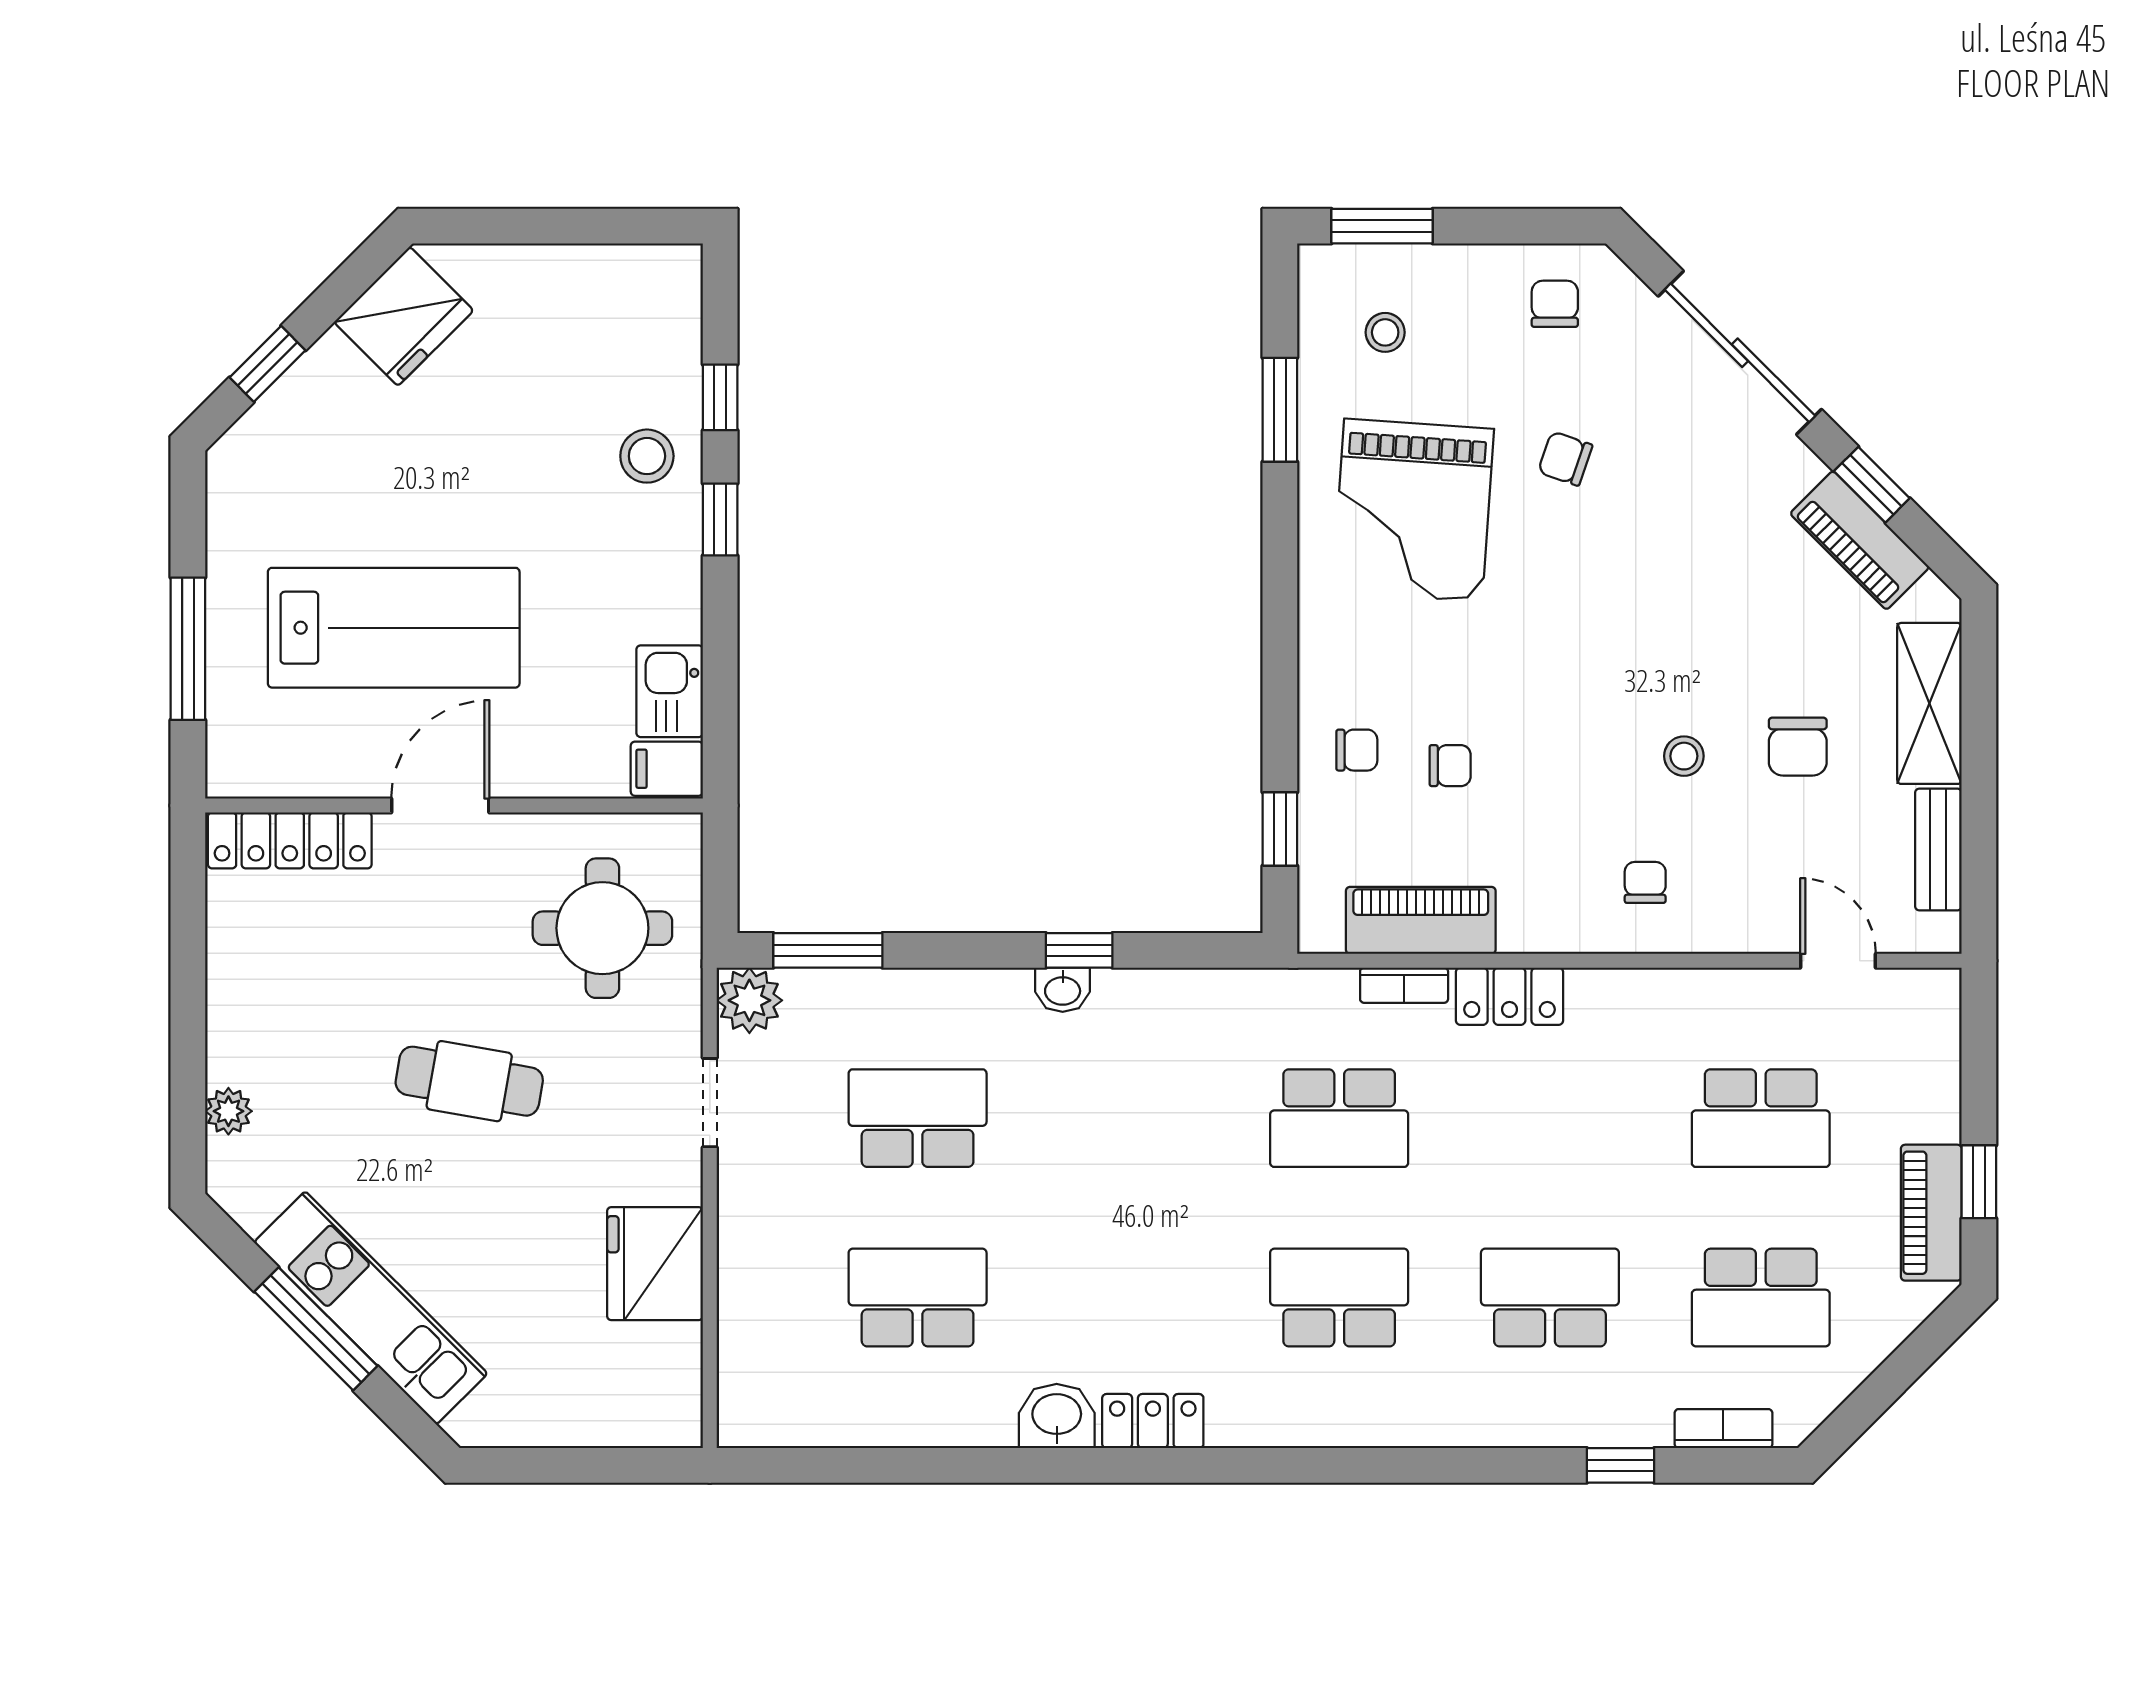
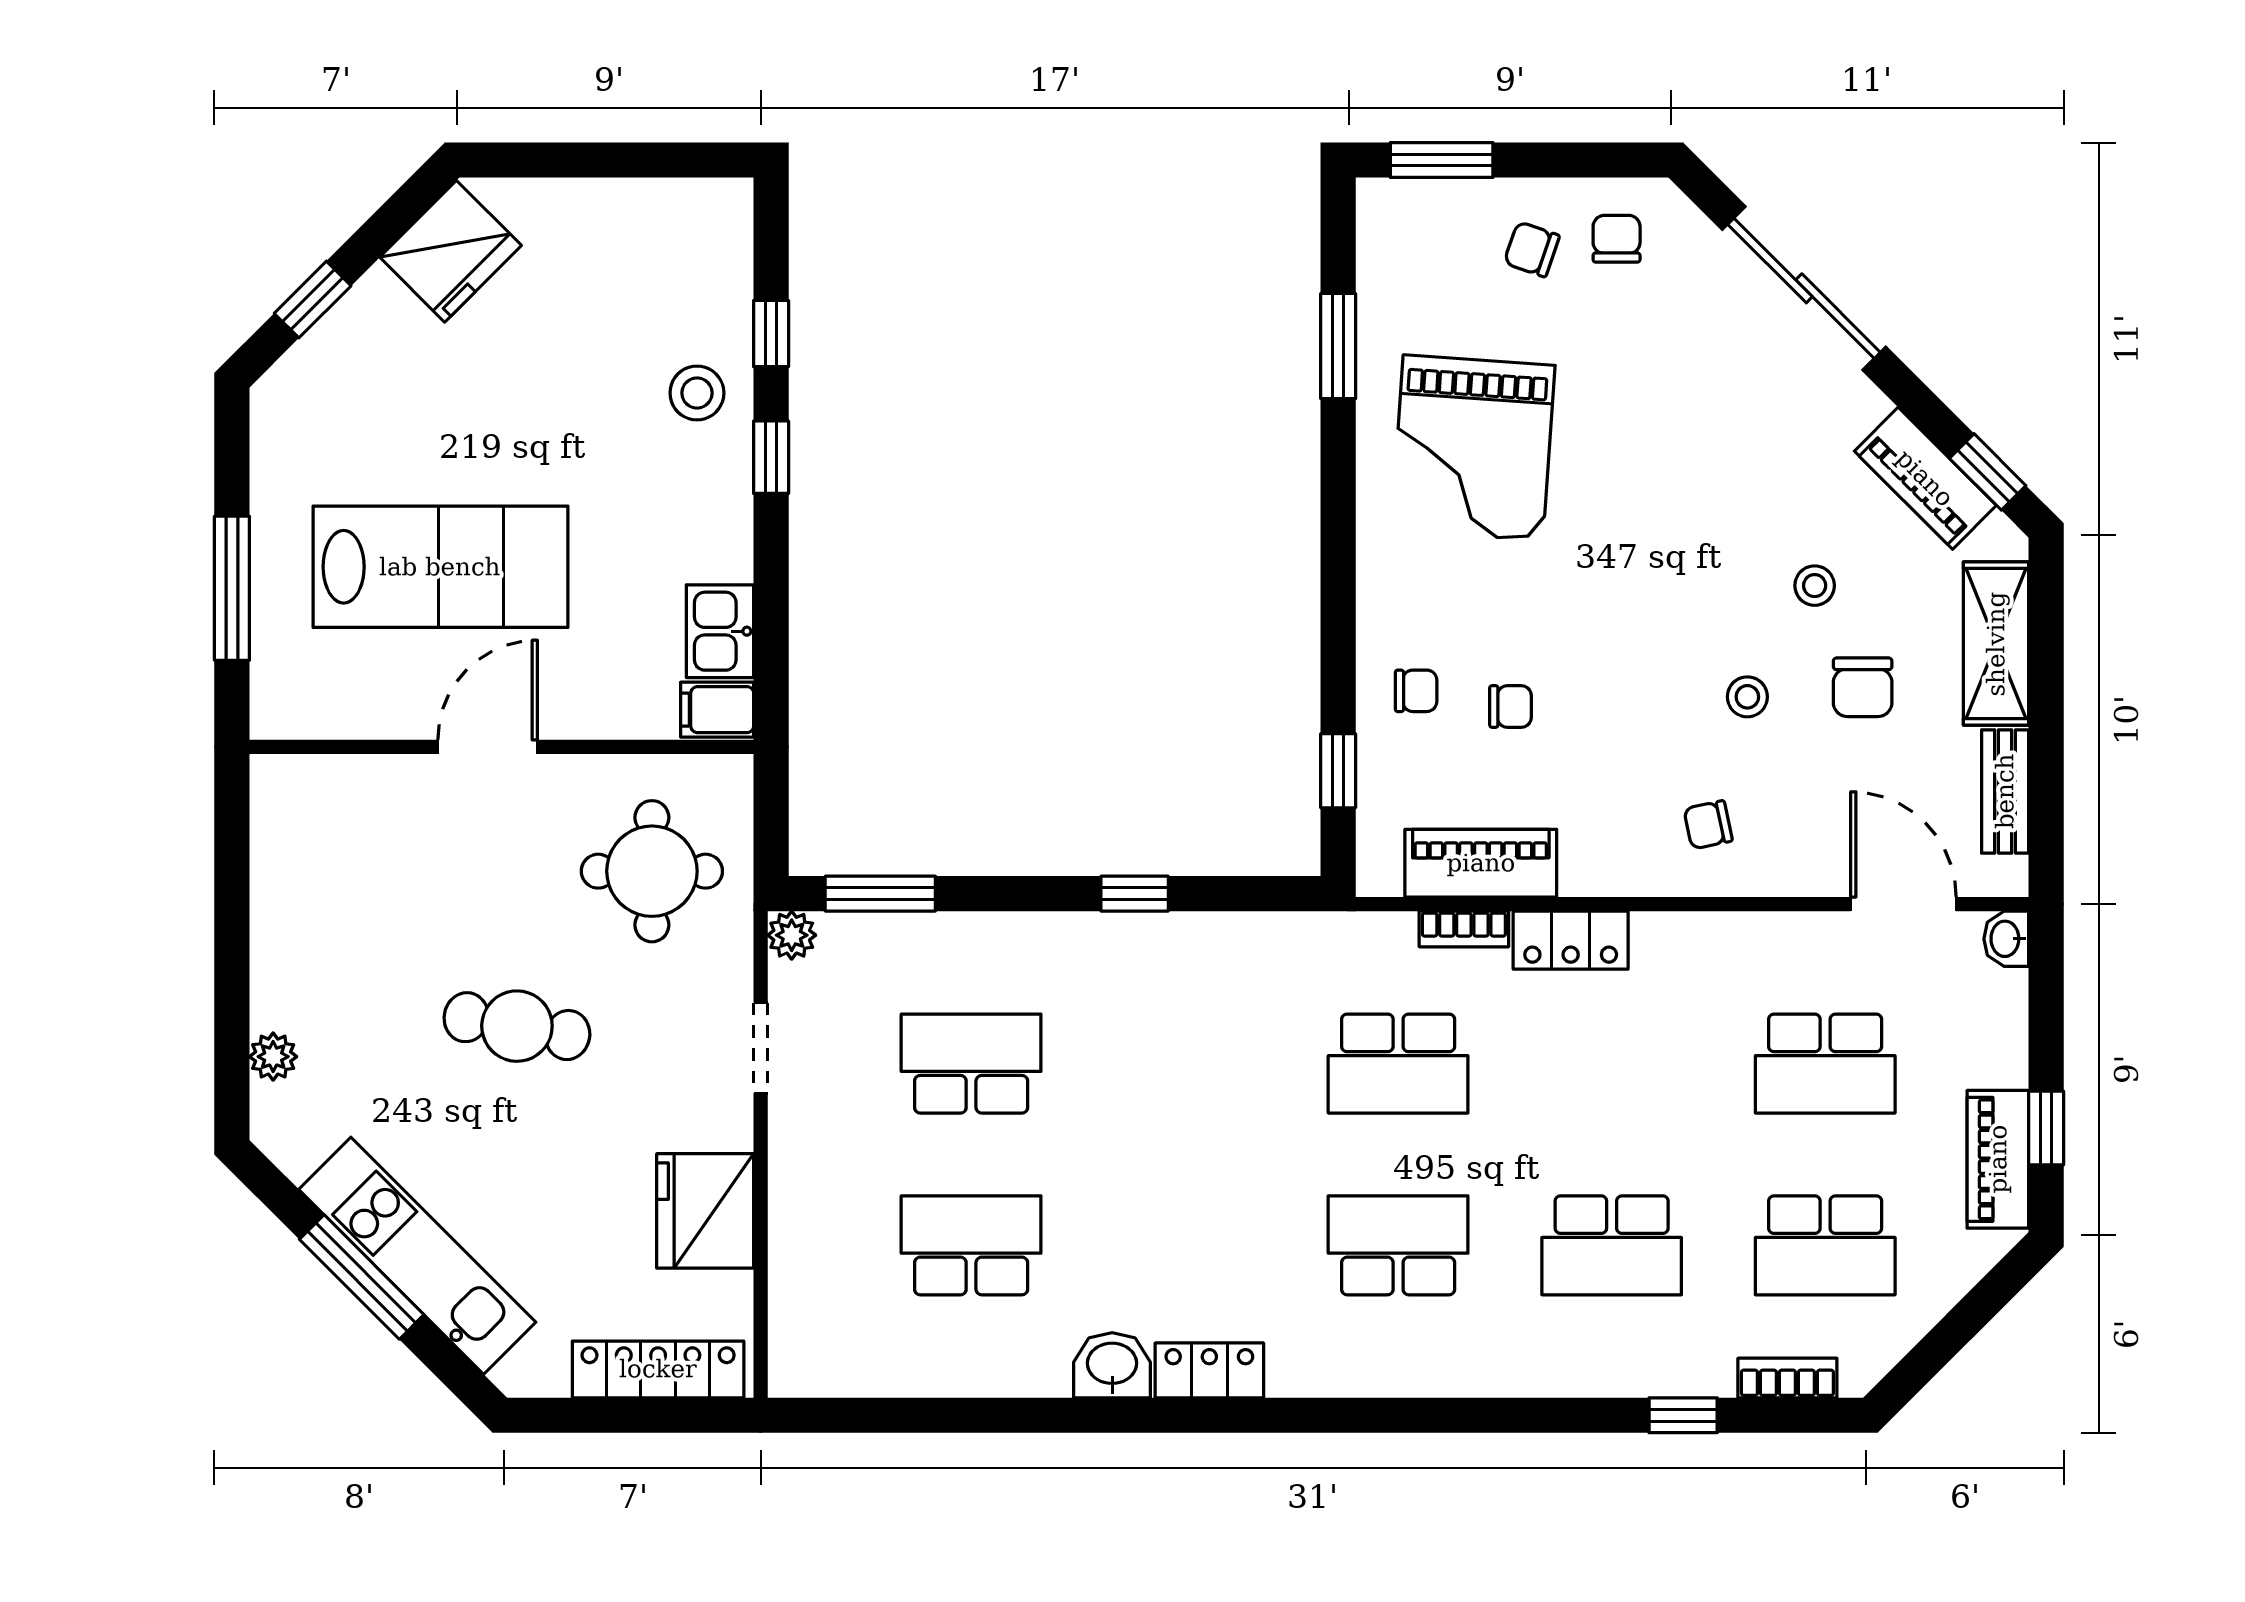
stool: (1385, 332) -> (1815, 586), moved
chair: (1565, 459) -> (1532, 249), moved
window: (1872, 485) -> (1988, 472), moved
locker: (290, 840) -> (658, 1369), moved, turned 180
chair: (1645, 882) -> (1708, 825), turned -102
door: (1838, 961) -> (1903, 904), width x1.38
washbasin: (1063, 990) -> (2006, 939), moved, turned 90
plant: (749, 1000) -> (792, 935), width x0.73, depth x0.73
school desk: (1550, 1298) -> (1612, 1245), turned 180

